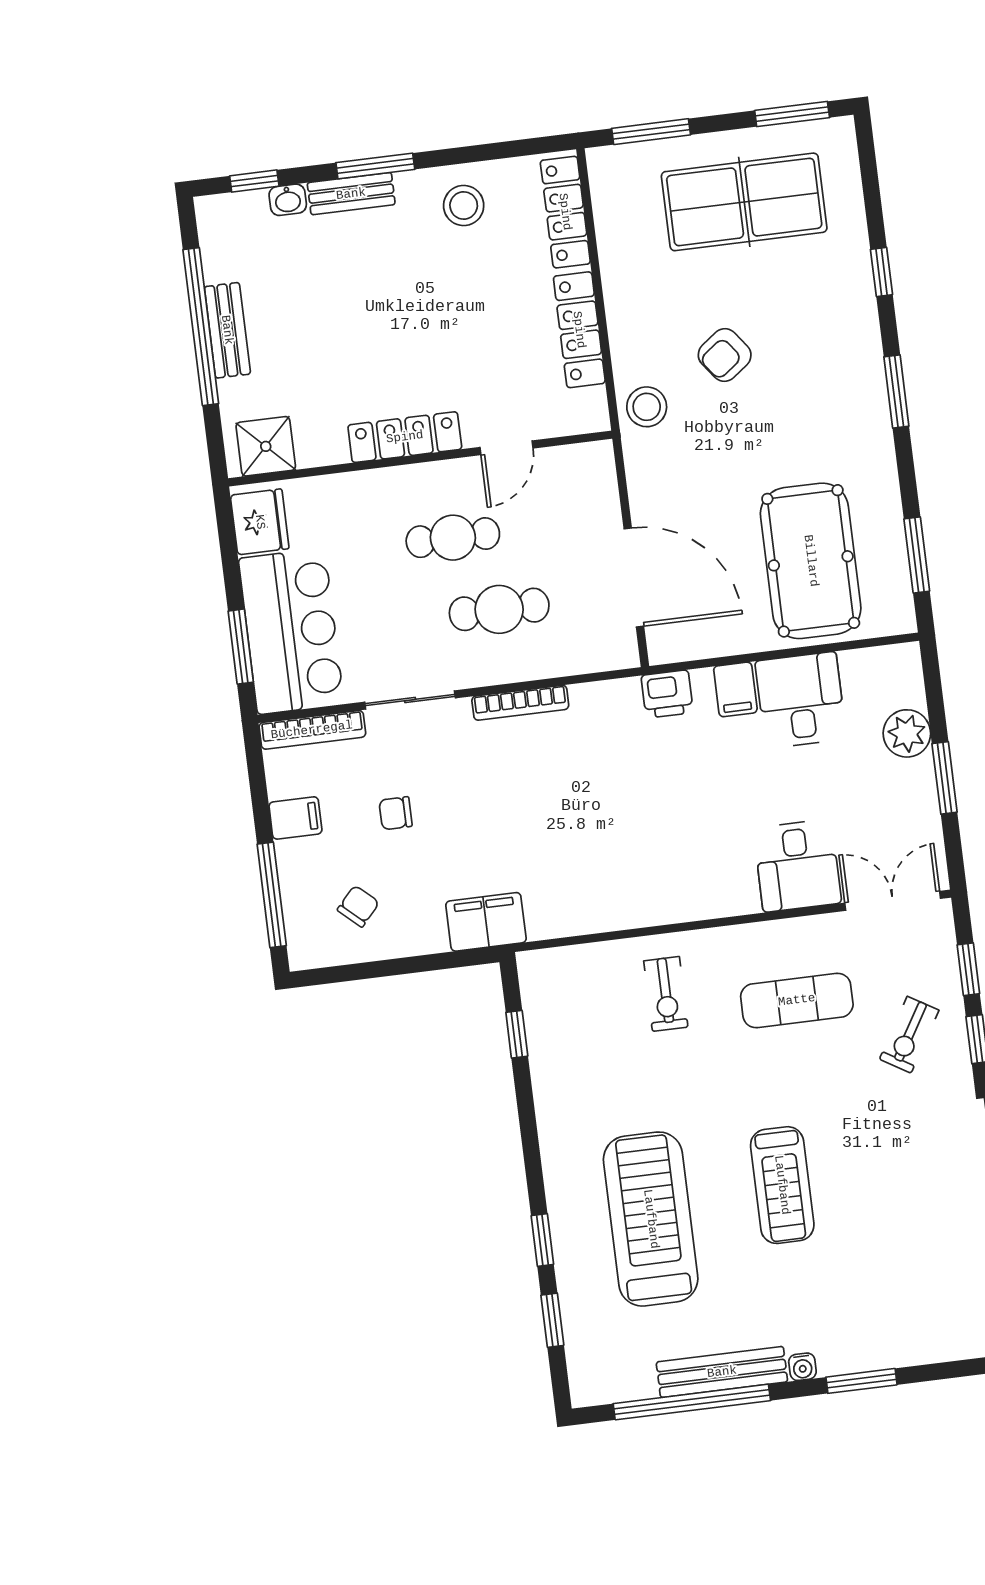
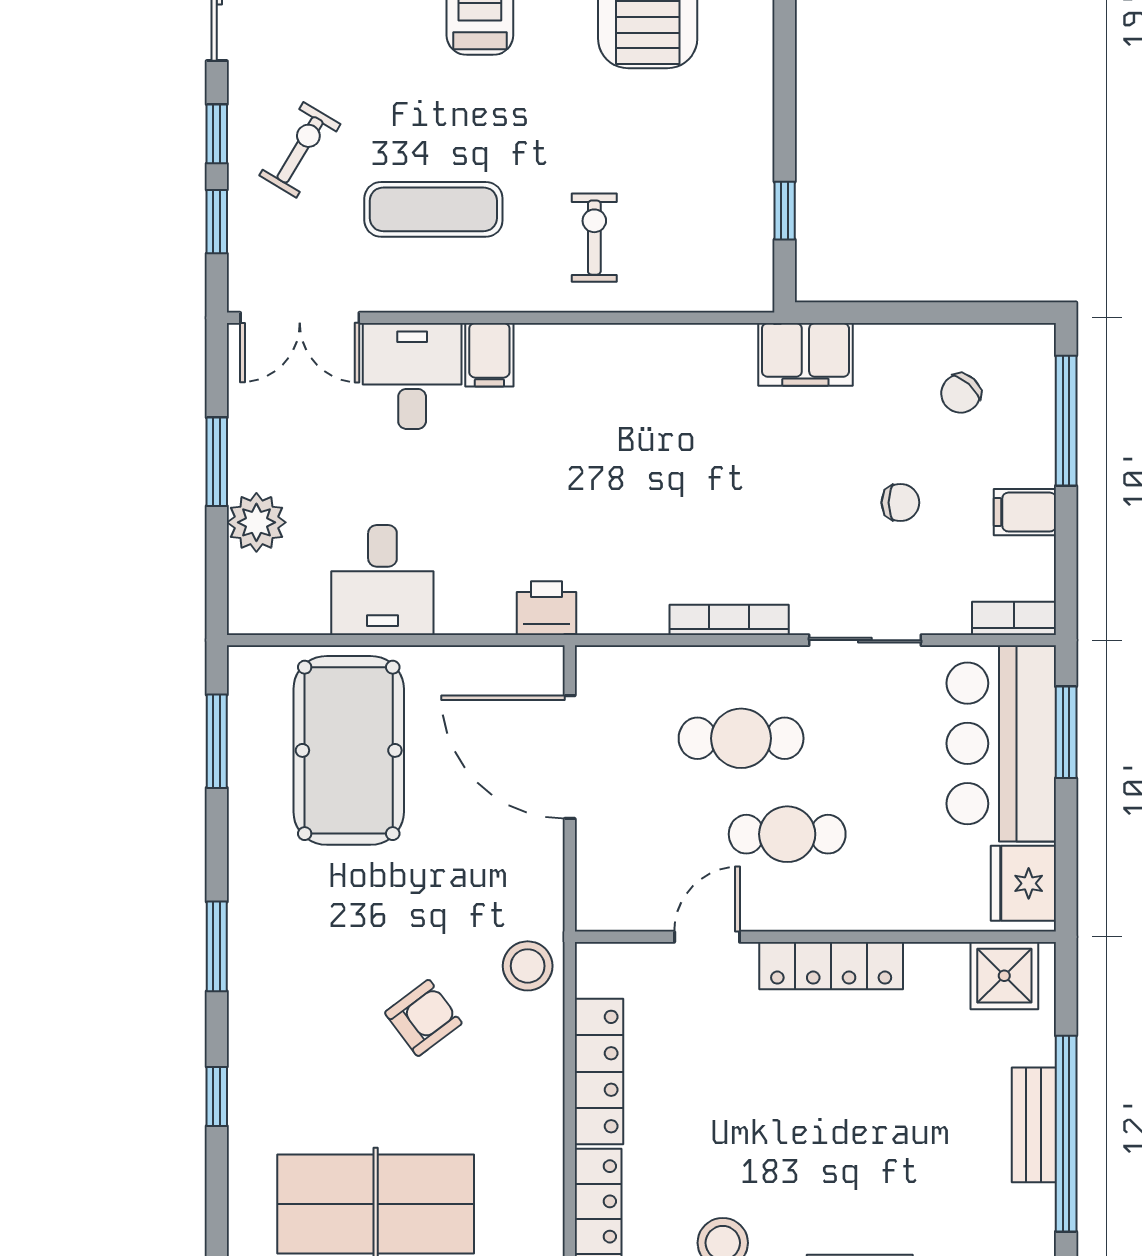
filing cabinet: (735, 689) -> (489, 355), moved, turned 180
bookcase: (312, 730) -> (1014, 618), width x0.64

